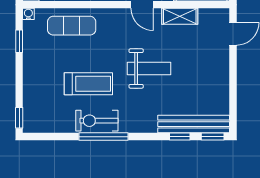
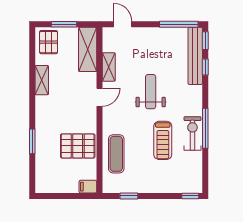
water cooler: (28, 14) -> (107, 189), removed
treadmill: (88, 84) -> (163, 140), turned 180
window: (233, 104) -> (179, 24), added
exercise bike: (97, 121) -> (192, 134), turned 180

